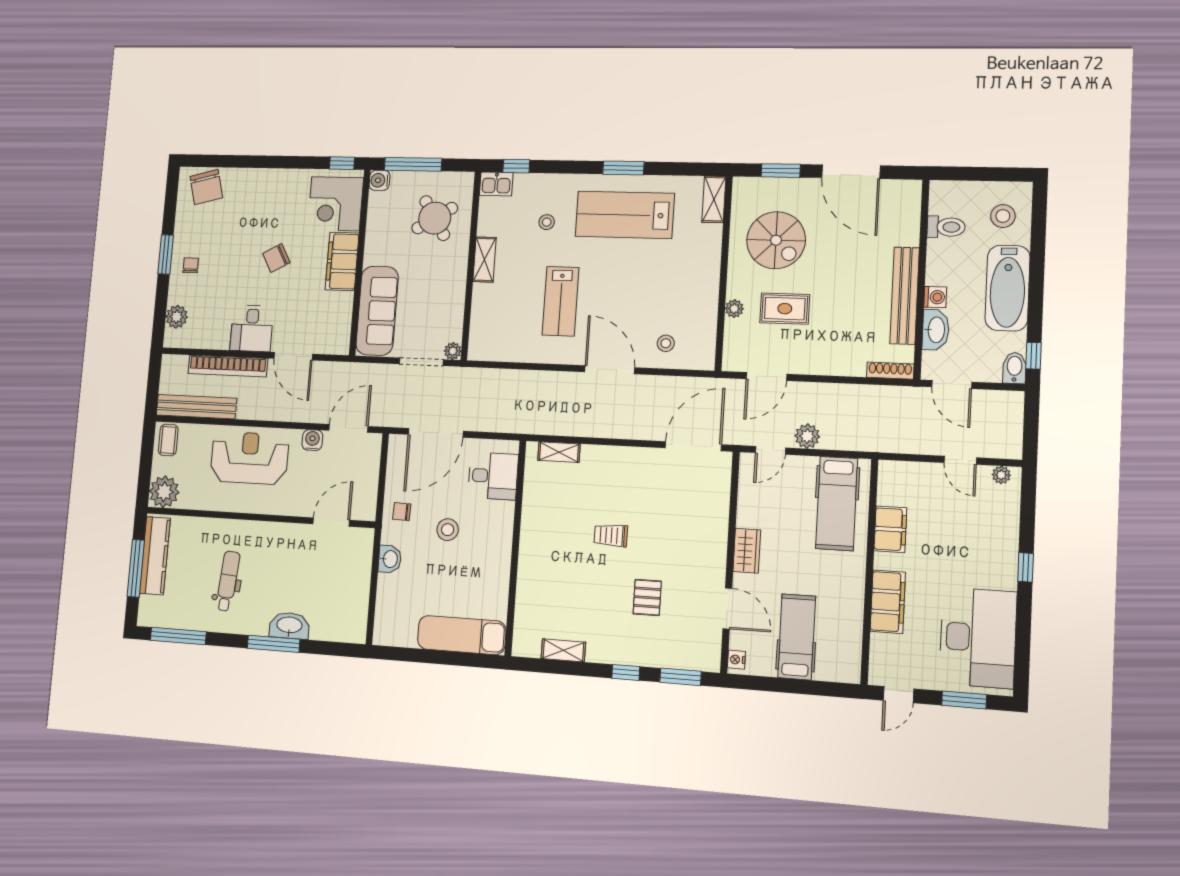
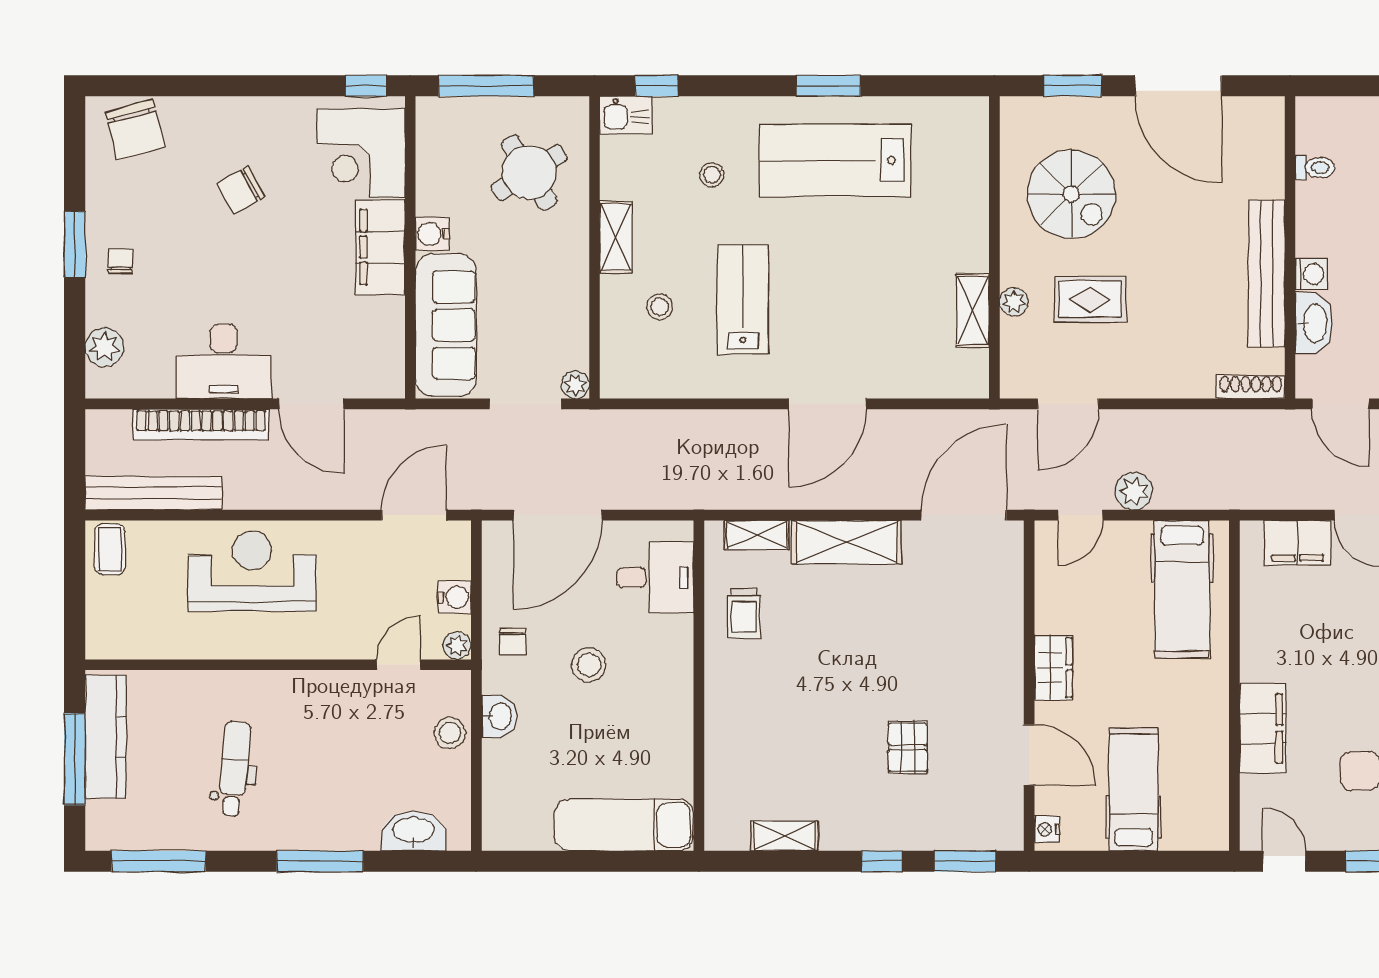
water cooler: (380, 180) -> (432, 234), moved
shelving: (714, 199) -> (973, 310), moved
toilet: (946, 227) -> (1315, 168), width x0.73, depth x0.72
chair: (276, 258) -> (241, 190), moved
lab bench: (561, 301) -> (743, 300), turned 180
desk: (252, 328) -> (224, 361), width x1.37
stool: (666, 343) -> (660, 307), moved
door: (610, 370) -> (828, 404), swing flipped
water cooler: (312, 440) -> (455, 597), moved, turned 90
shelving: (616, 460) -> (847, 542), added
plant: (164, 492) -> (457, 646), moved, width x0.53, depth x0.53
chair: (402, 512) -> (513, 641), turned -92
door: (331, 522) -> (399, 665), width x0.73
filing cabinet: (890, 529) -> (1298, 543), moved, turned 90
trolley: (611, 535) -> (744, 613), moved, turned -90
stool: (359, 568) -> (450, 733), added
washbasin: (289, 626) -> (413, 831), moved
door: (899, 695) -> (1284, 861), swing flipped

